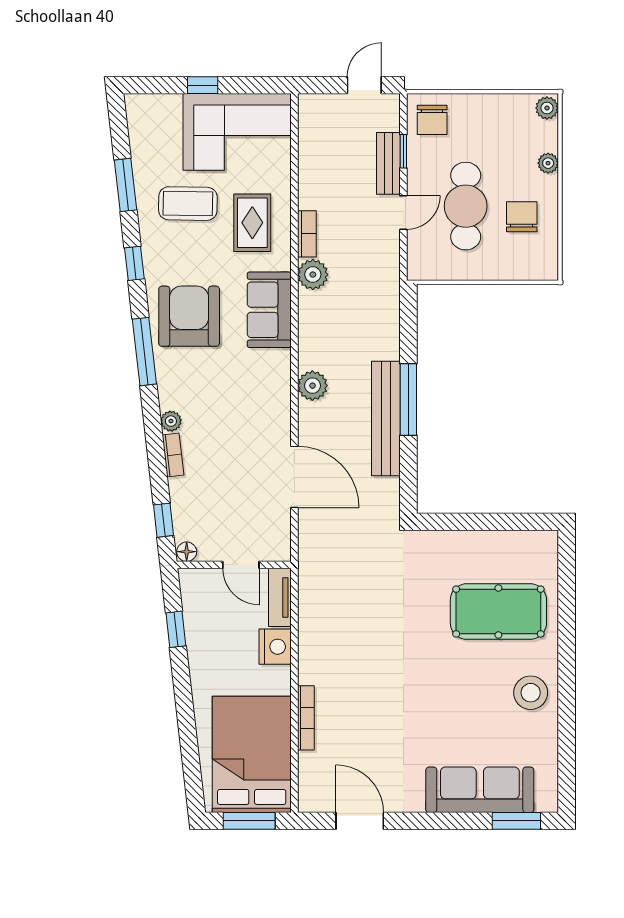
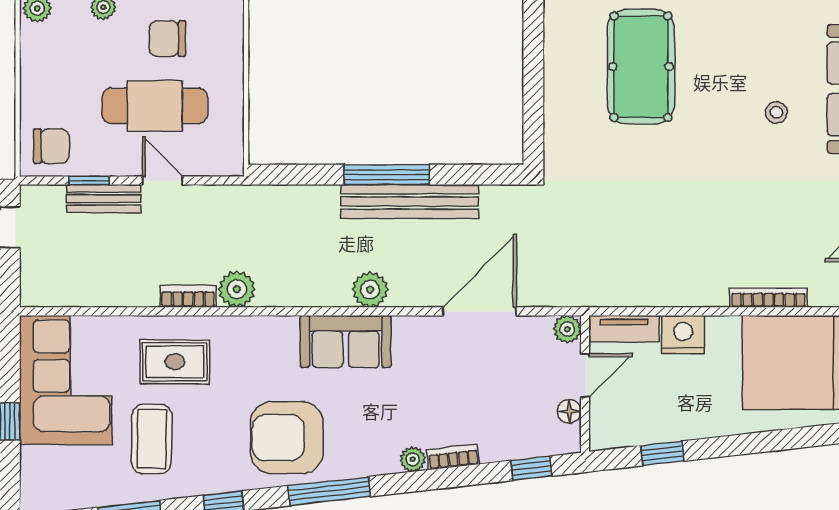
sofa: (269, 310) -> (346, 342), moved
plant: (279, 550) -> (567, 329), added
floor lamp: (187, 552) -> (569, 411), moved
stool: (531, 693) -> (776, 112), moved, width x0.53, depth x0.53

